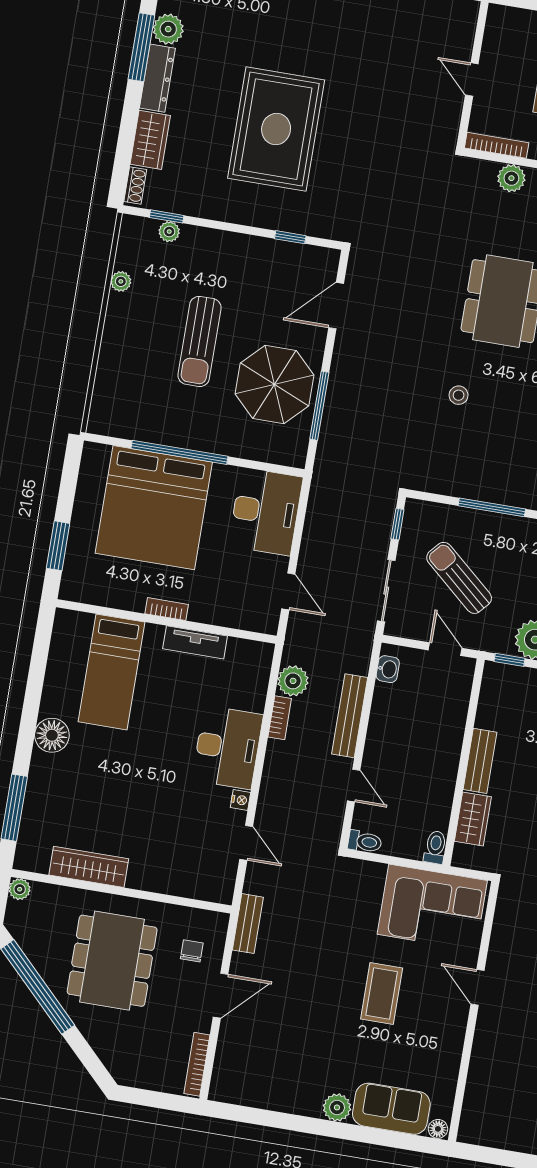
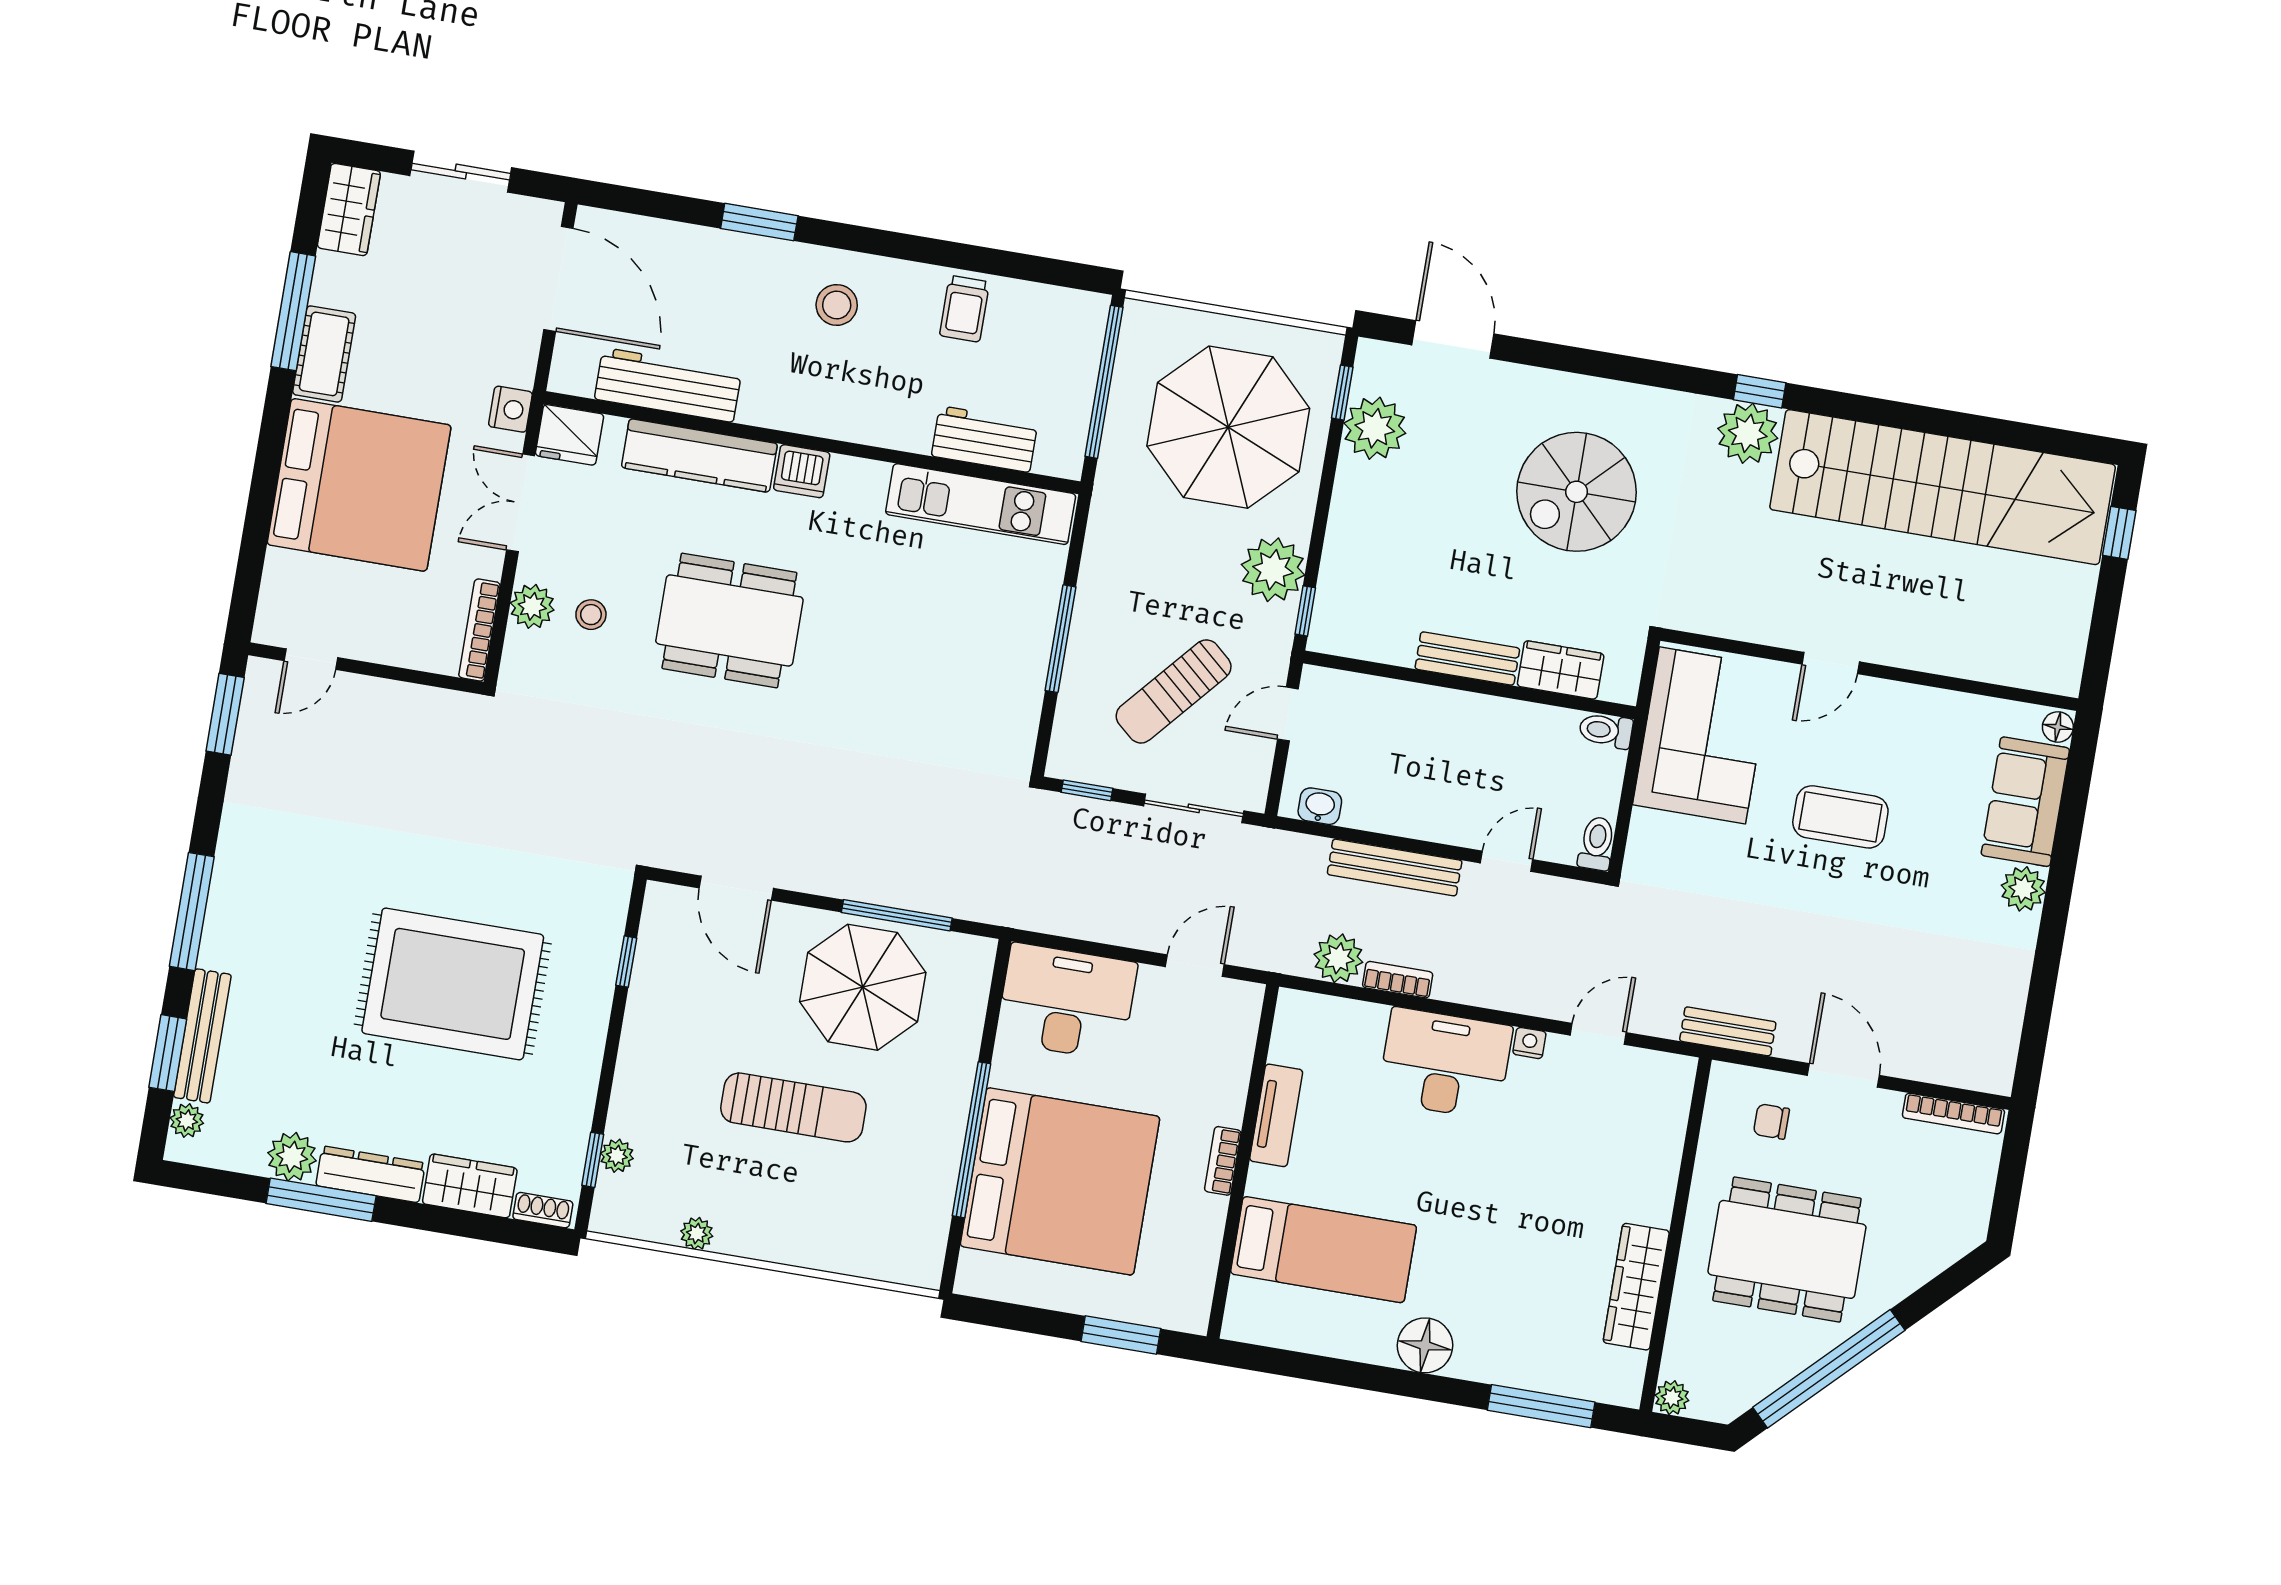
door: (472, 80) -> (311, 659), moved
stool: (459, 395) -> (591, 615), moved

